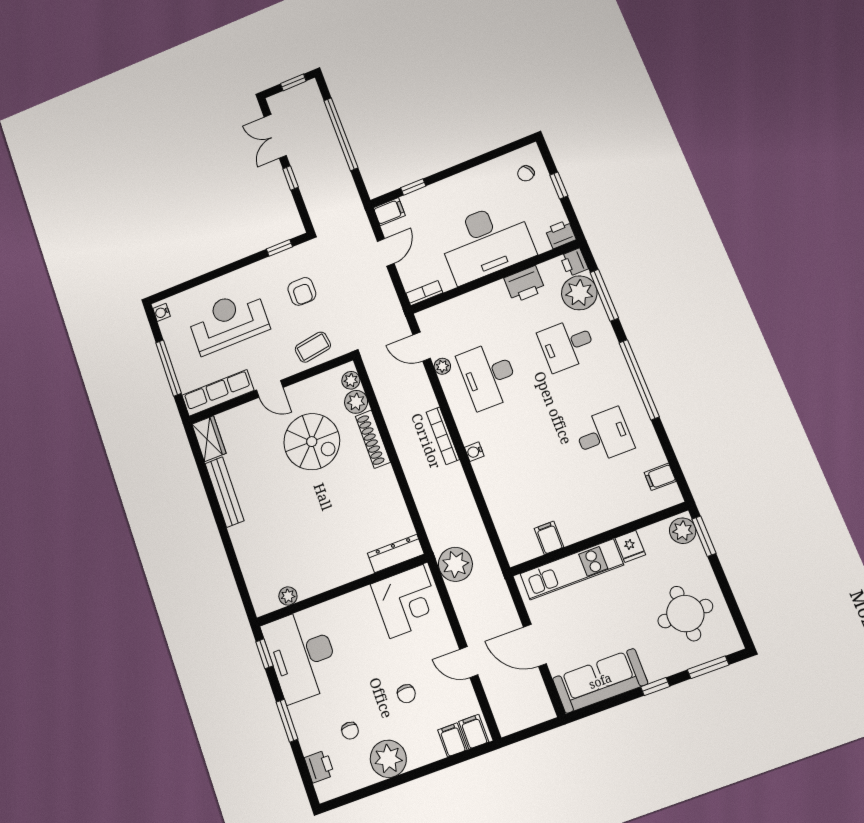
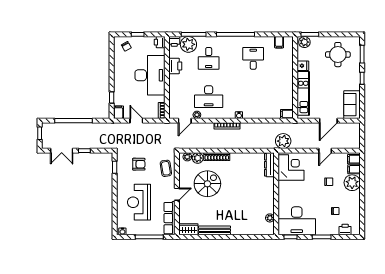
filing cabinet: (549, 538) -> (287, 114), moved
sofa: (600, 681) -> (352, 105), width x0.73
plant: (388, 759) -> (352, 183), moved

